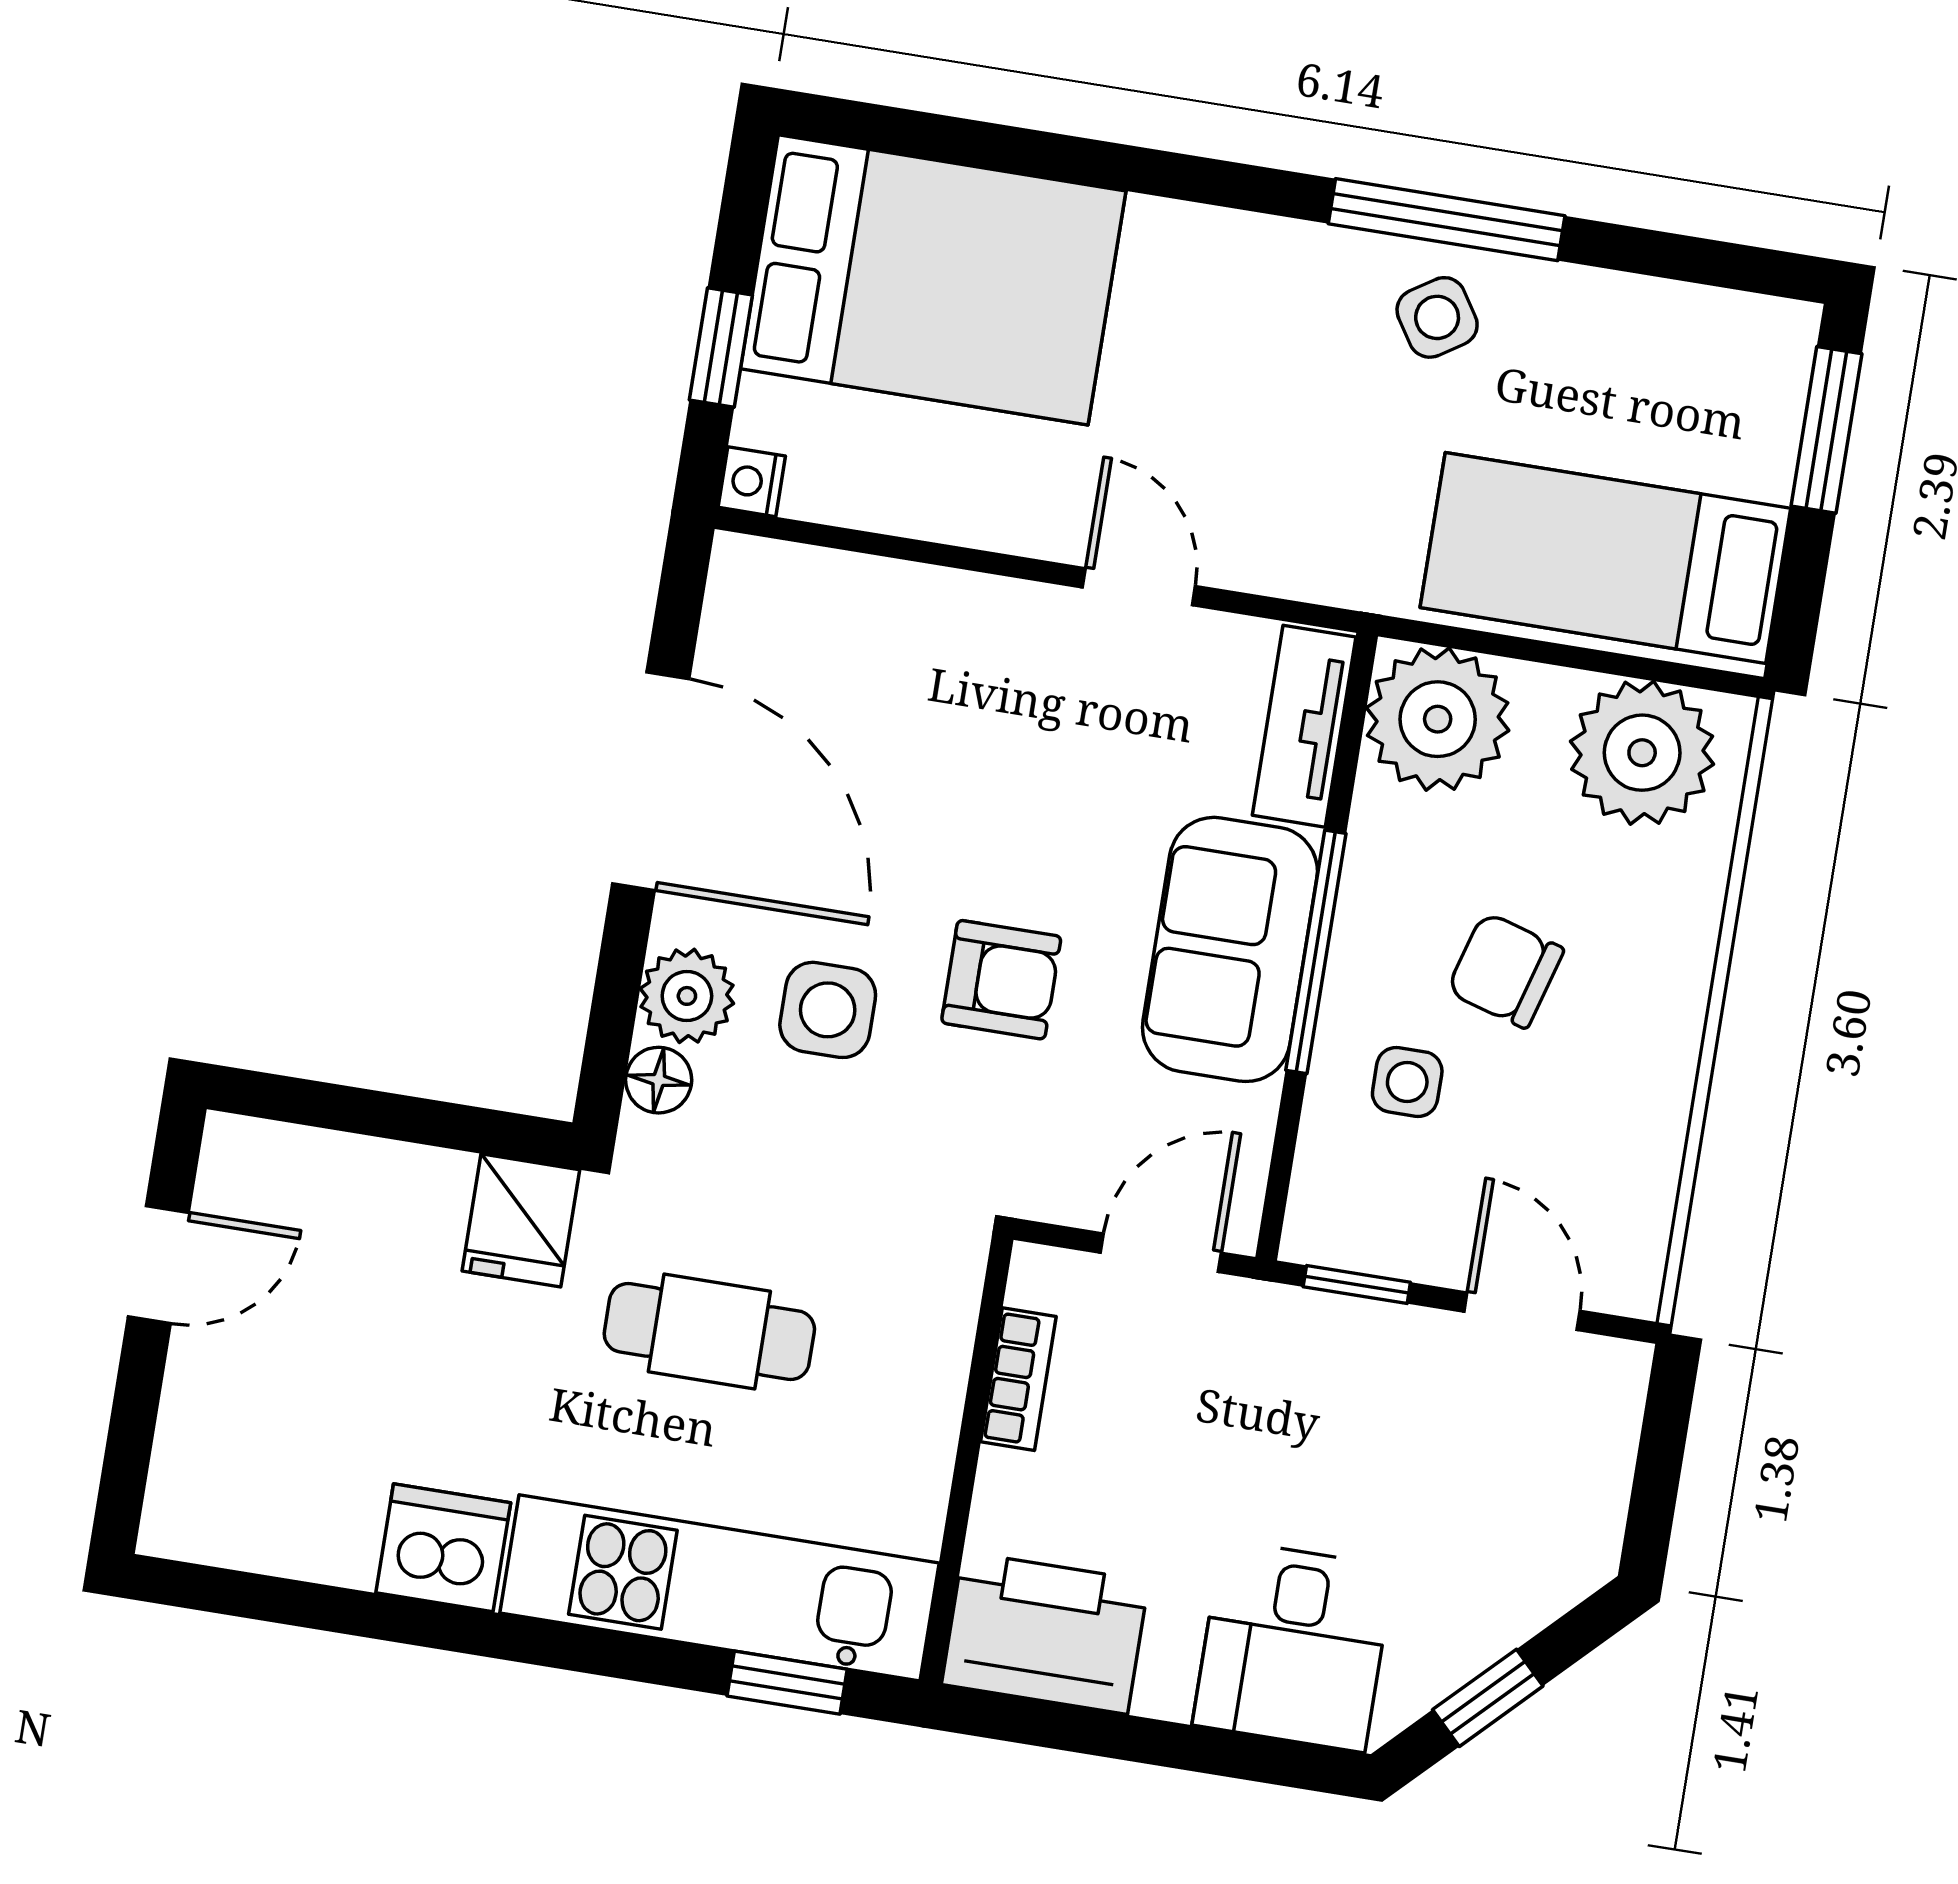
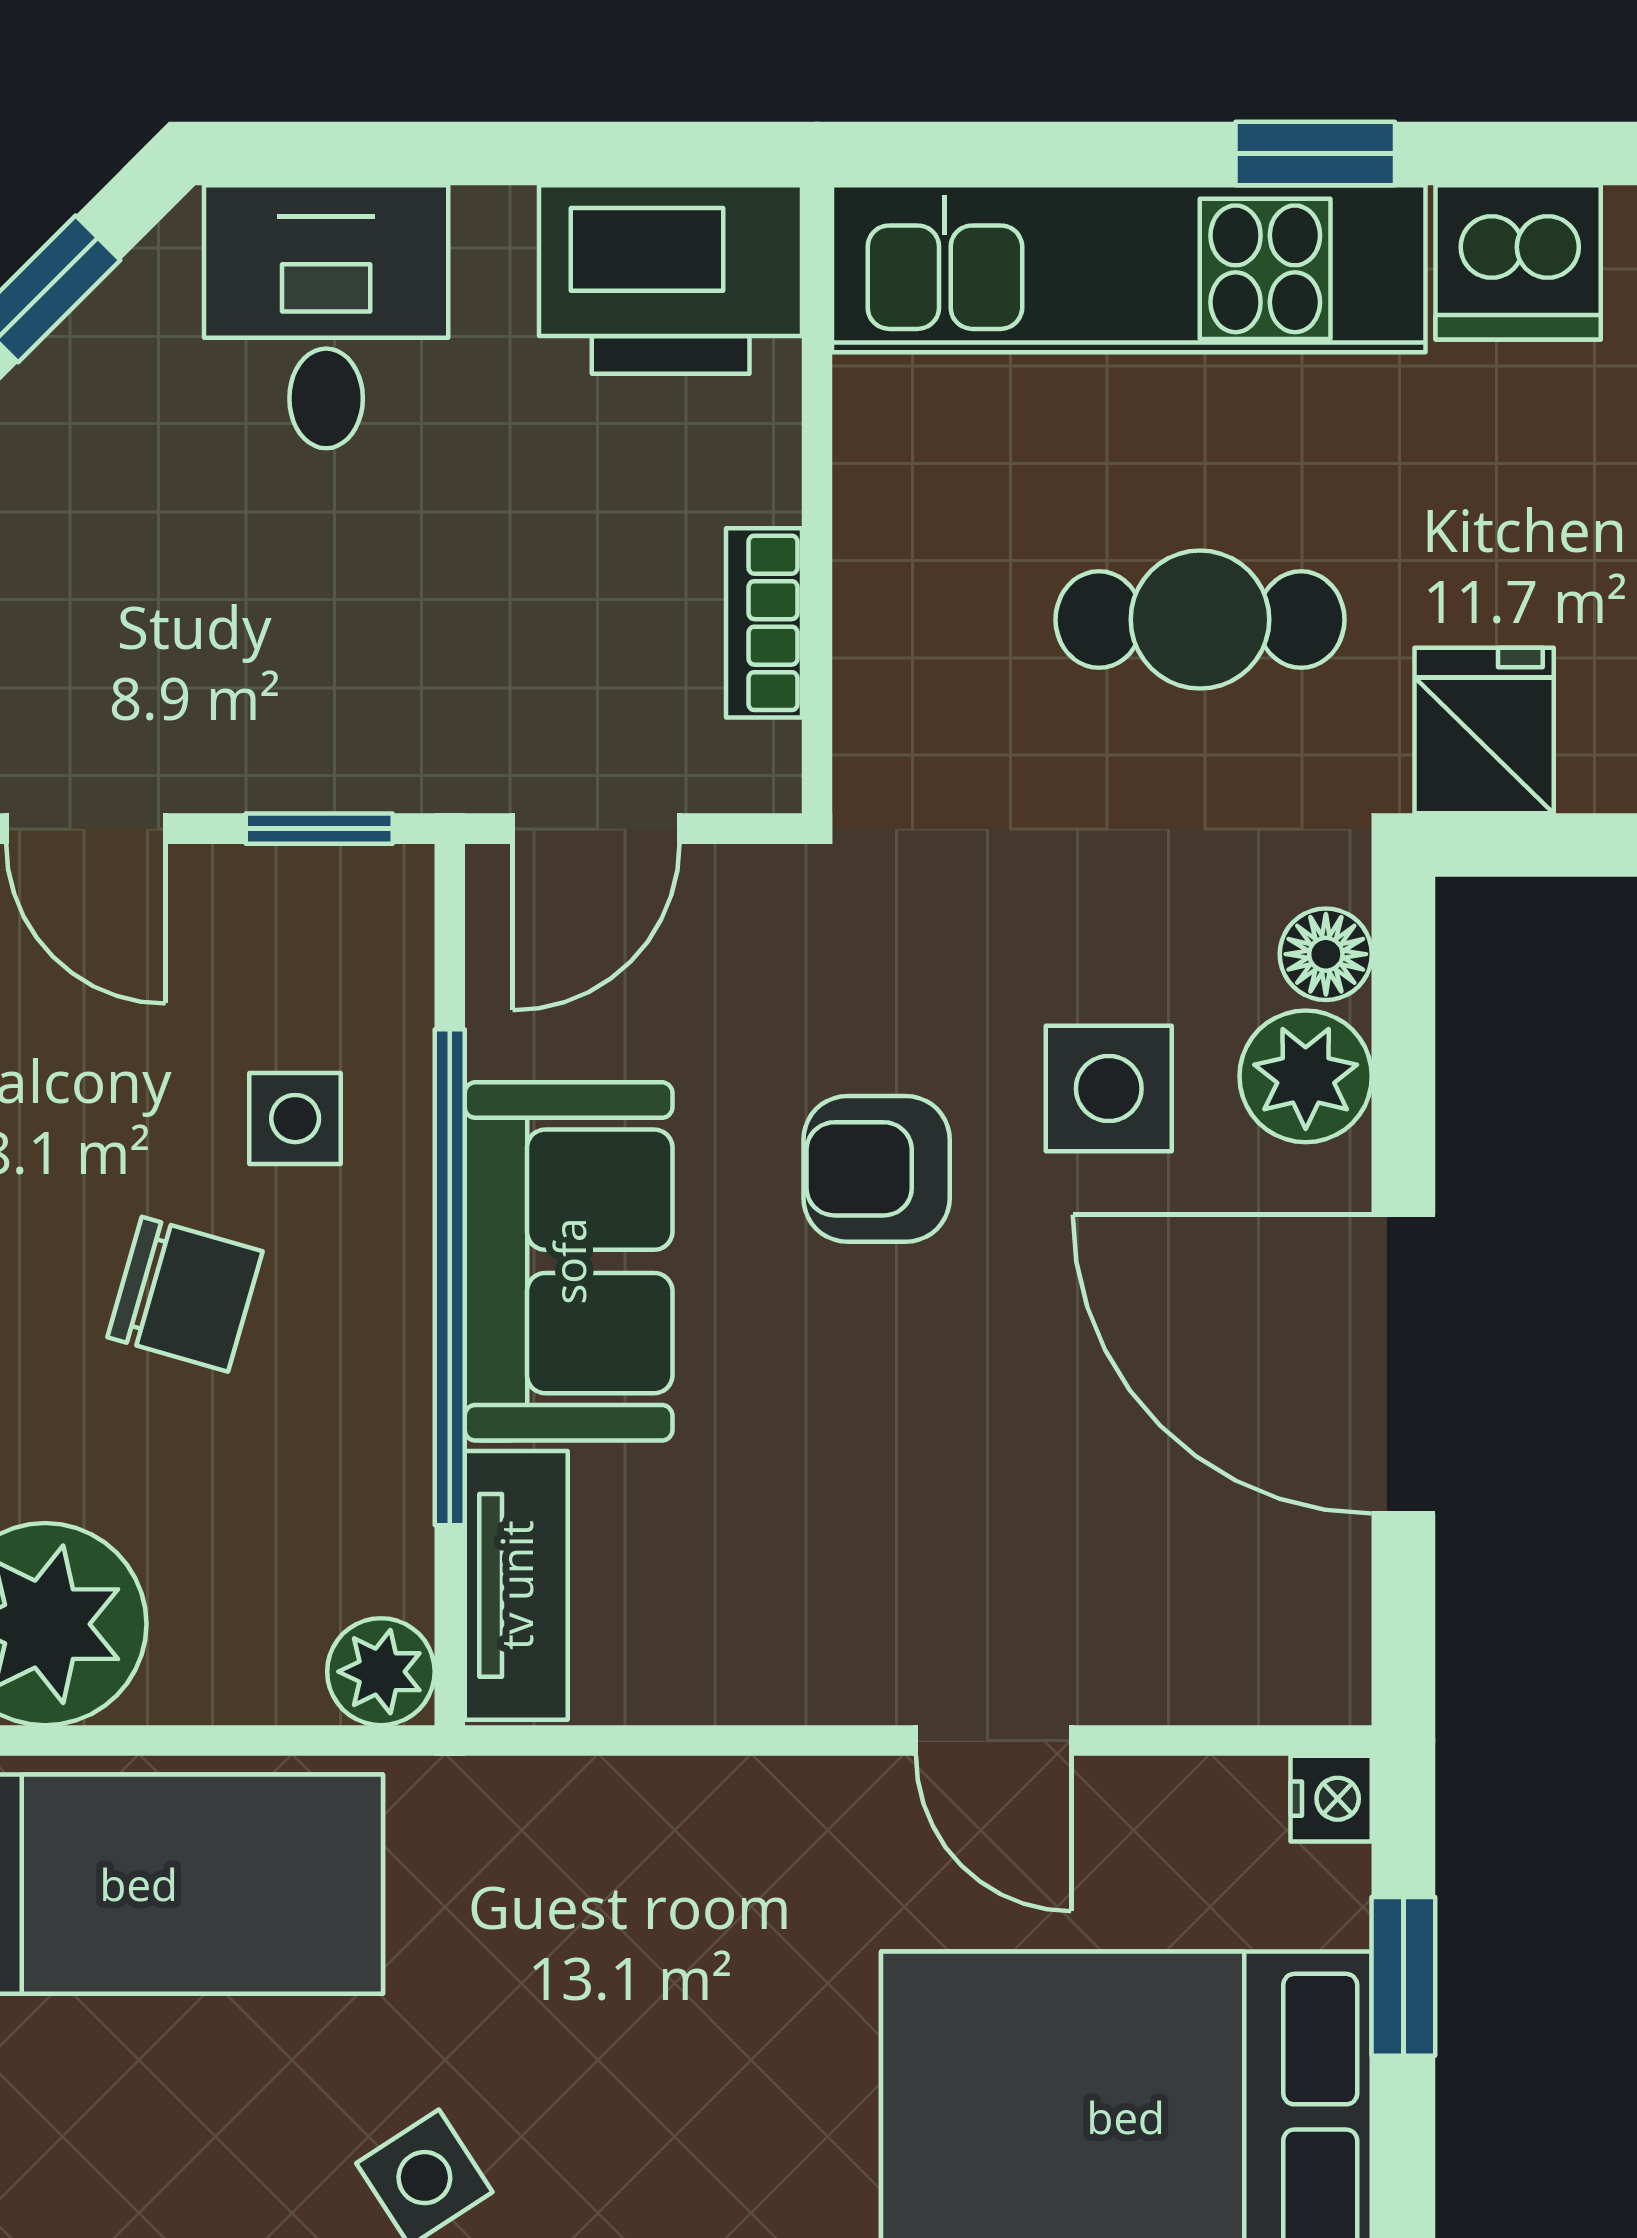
door: (1139, 587) -> (994, 1740), moved
plant: (1438, 719) -> (381, 1672), width x0.53, depth x0.53
window: (1316, 952) -> (450, 1277), width x1.46
window: (787, 1683) -> (1315, 154), moved

